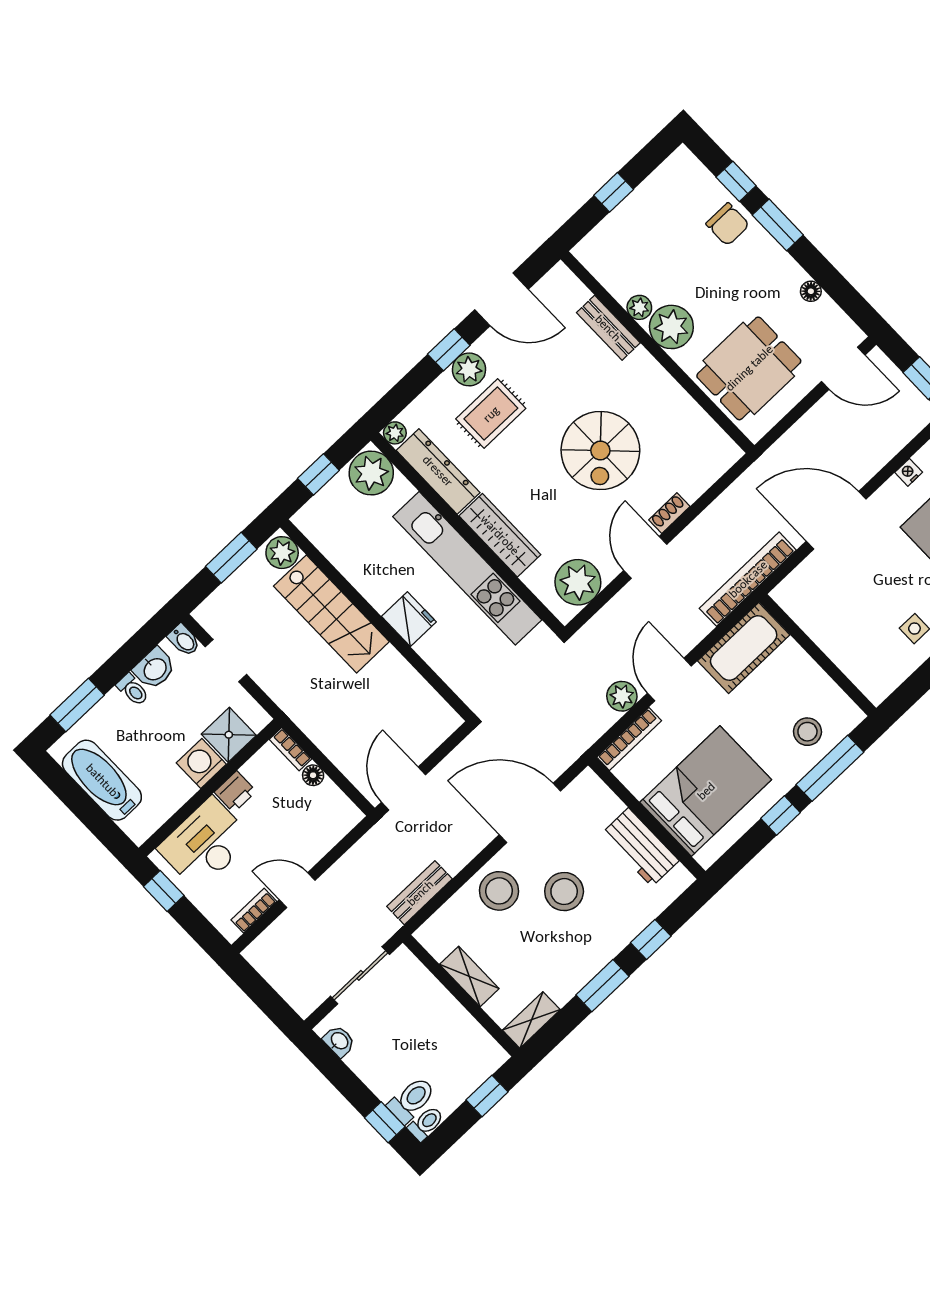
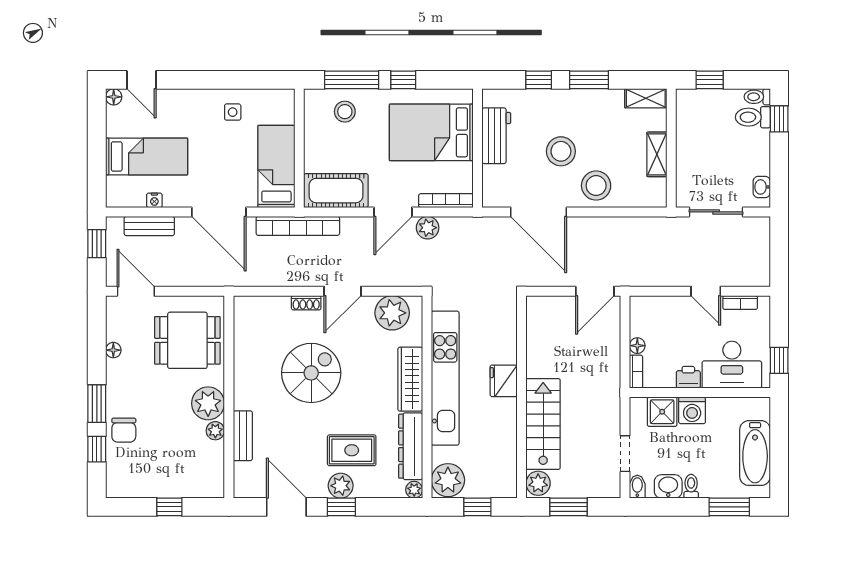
chair: (728, 224) -> (124, 430), turned 180
bed: (823, 616) -> (276, 167), added
bench: (420, 893) -> (149, 226), moved

